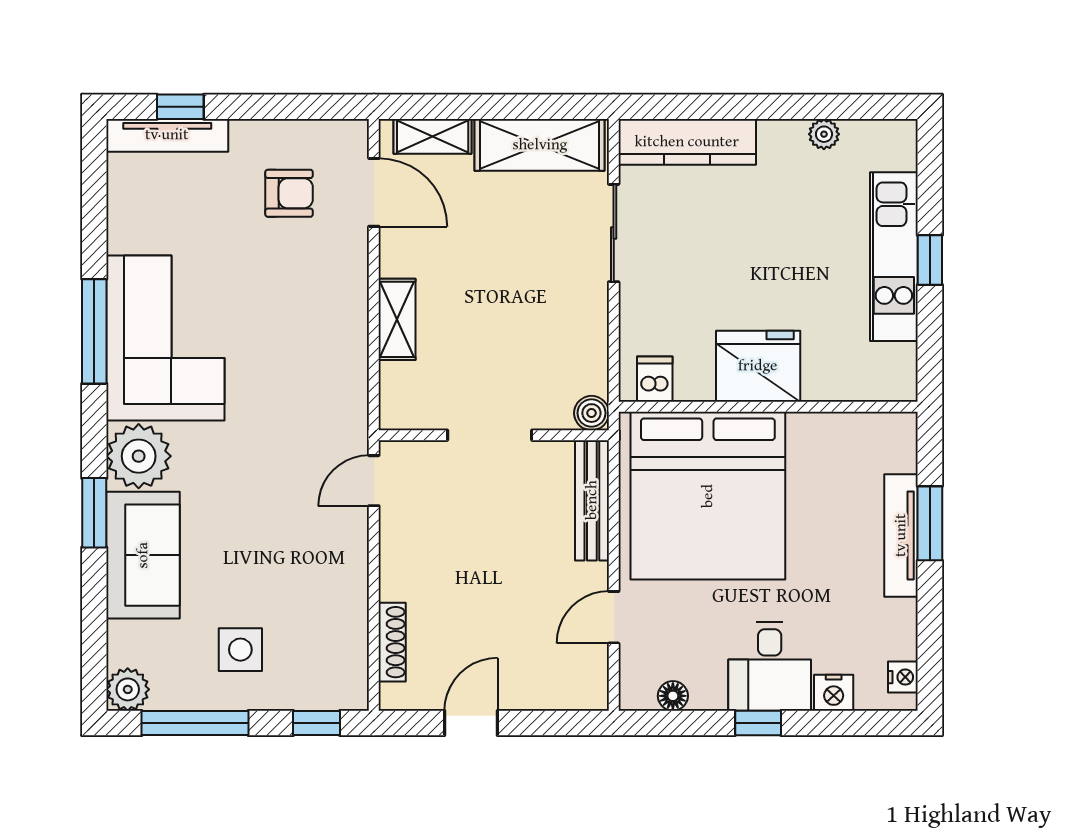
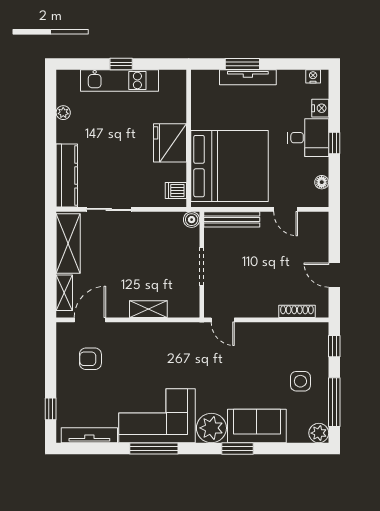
tv unit: (167, 135) -> (89, 435), moved, turned -90
armchair: (289, 193) -> (90, 359), turned -90

